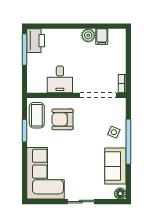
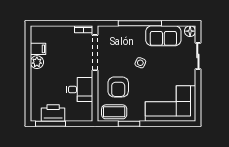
printer: (36, 41) -> (53, 113), moved
side table: (114, 132) -> (140, 63), moved
sliding door: (81, 202) -> (198, 56), moved

